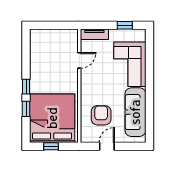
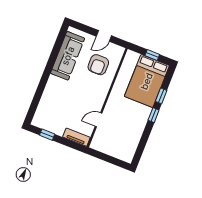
corner sofa: (130, 64) -> (56, 99), removed
bed: (52, 118) -> (147, 81), width x0.73

